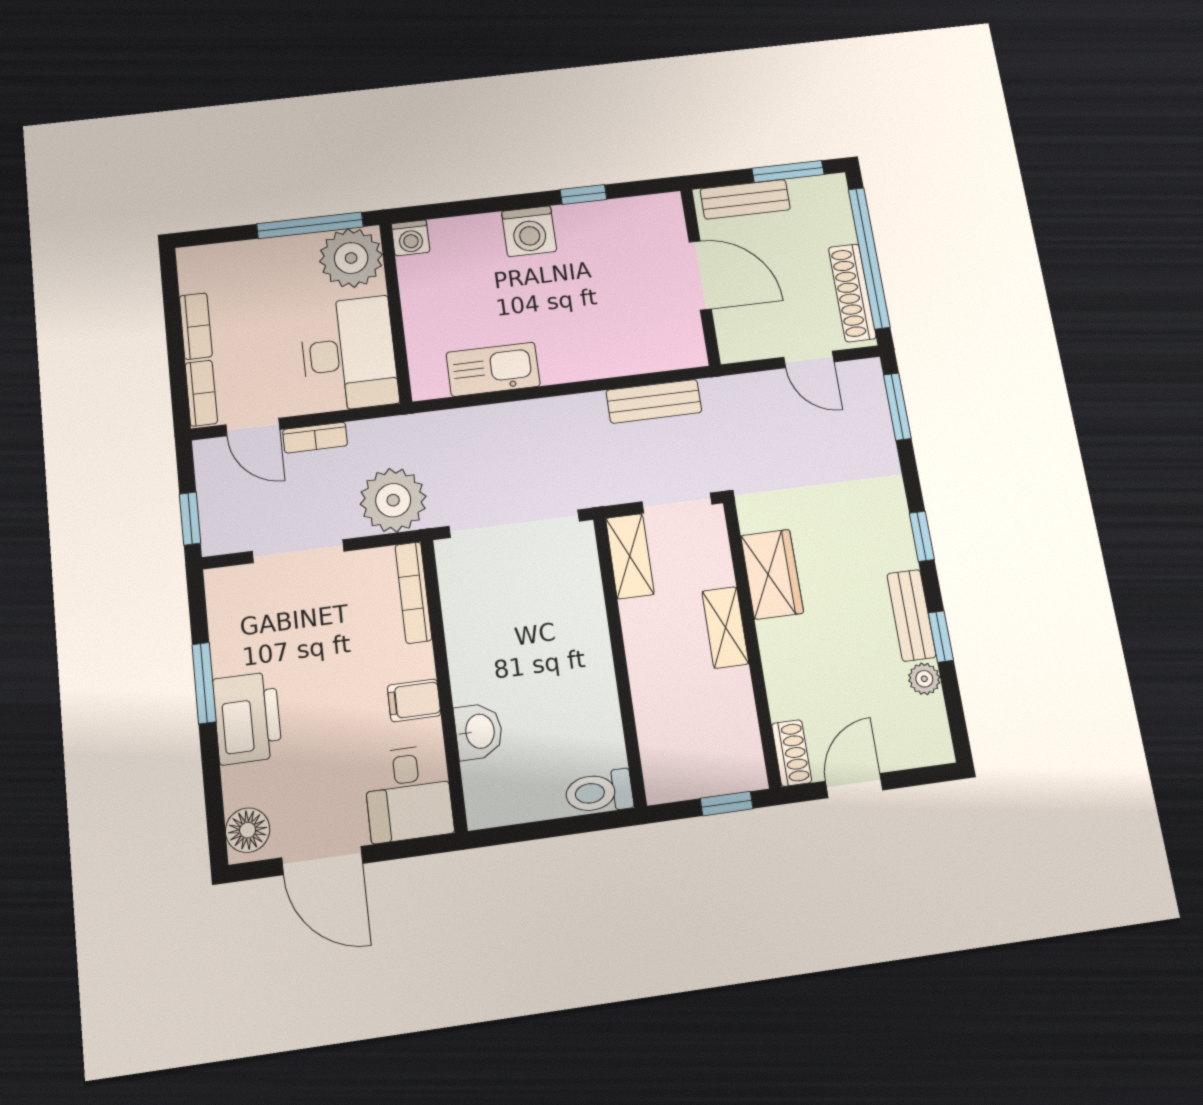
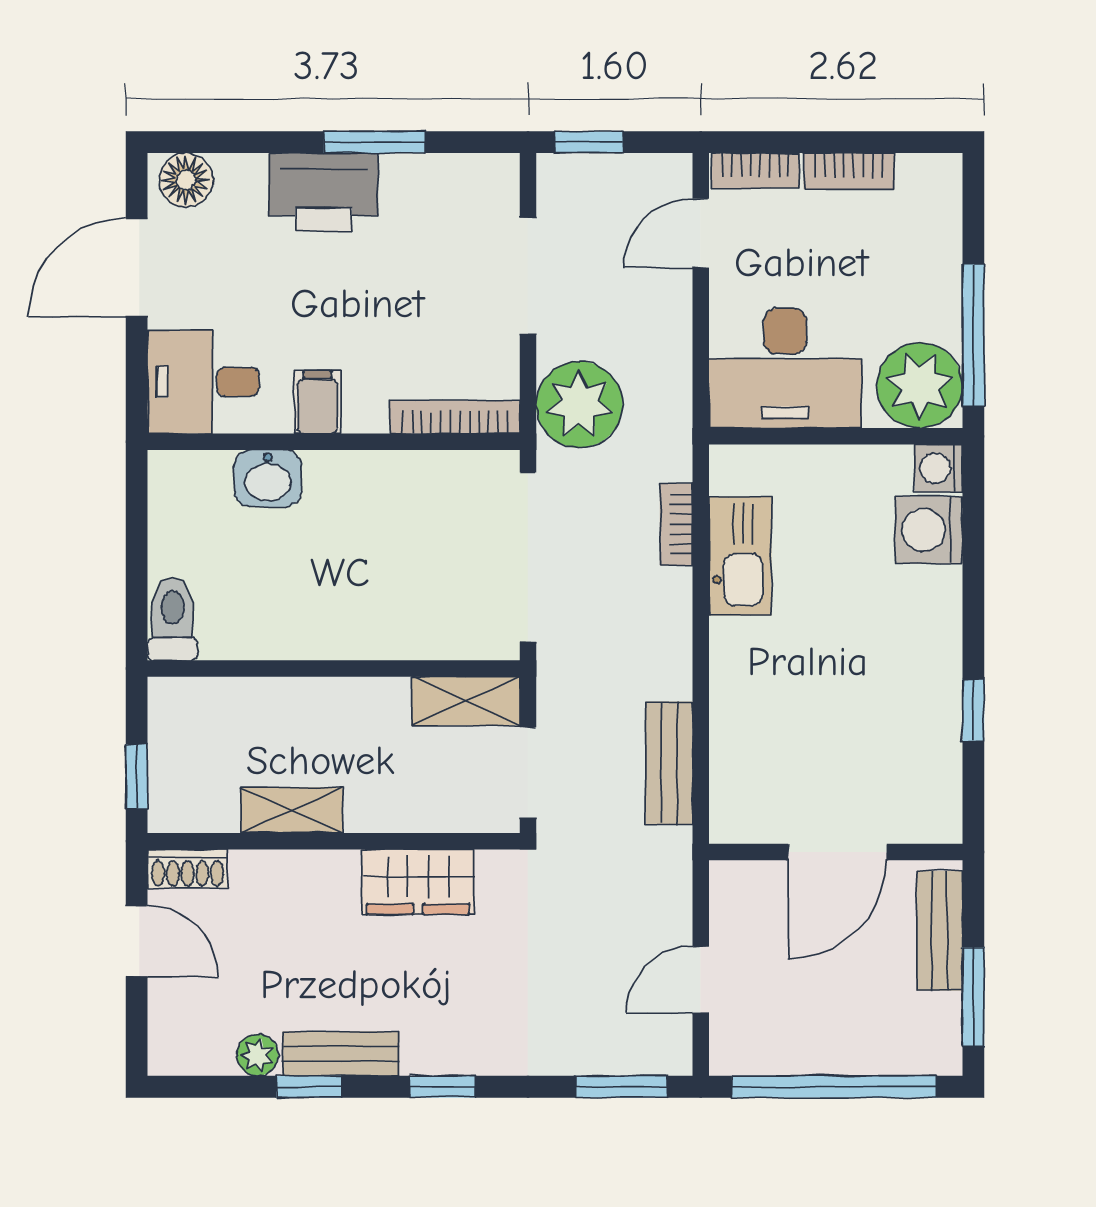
washing machine: (529, 231) -> (929, 530), moved
shoe rack: (852, 293) -> (787, 1055), removed
bookcase: (315, 438) -> (676, 524), moved
shelving: (725, 627) -> (292, 810), moved

